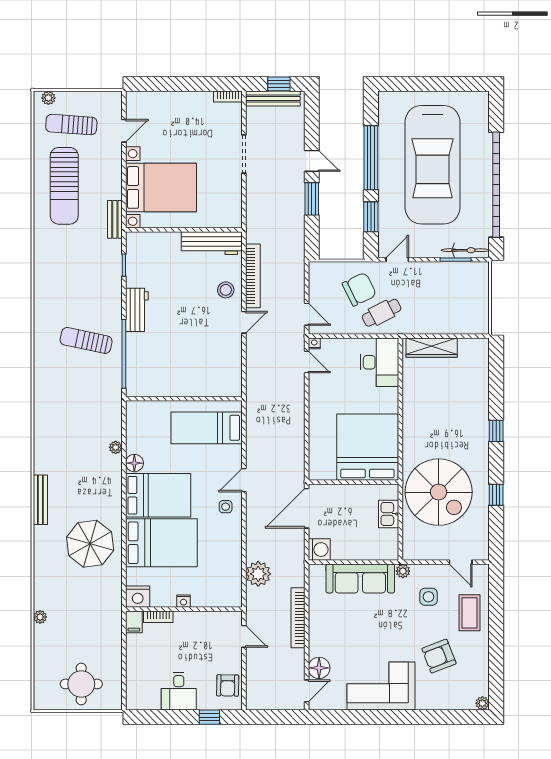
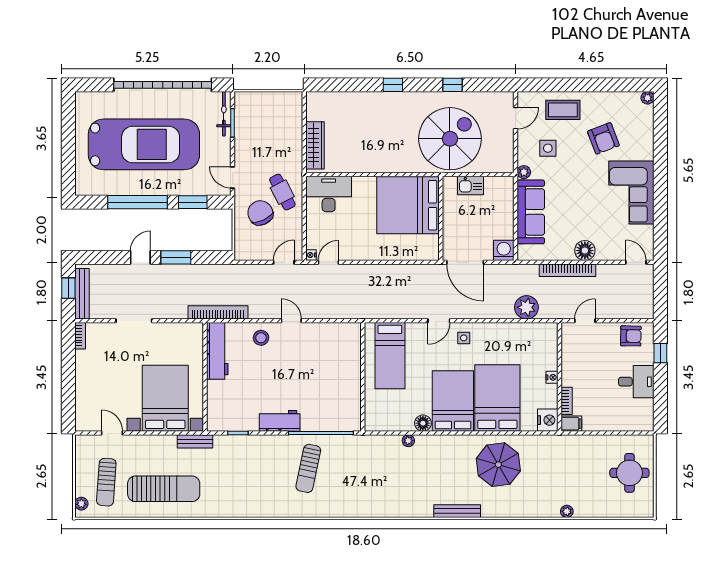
bookcase: (253, 276) -> (218, 312), moved
door: (244, 480) -> (439, 321), hinge flipped
floor lamp: (319, 668) -> (585, 251), moved

